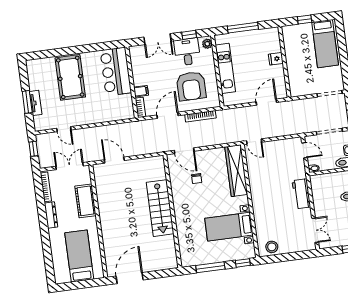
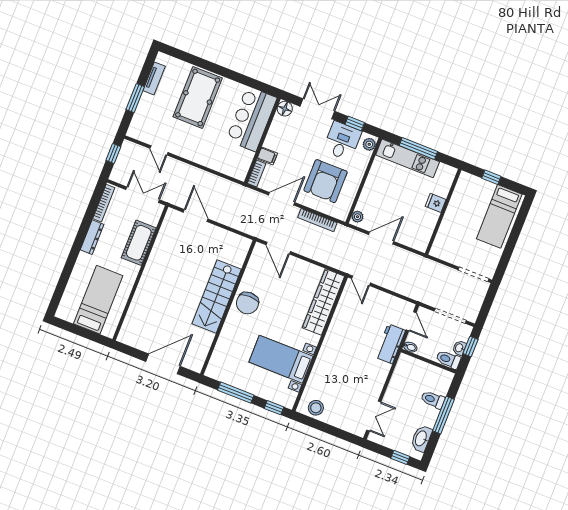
double door: (157, 39) -> (317, 109), swing flipped
floor lamp: (135, 52) -> (285, 109), added
kitchen unit: (225, 68) -> (408, 158), moved, turned 90
plant: (227, 98) -> (357, 217), added
door: (266, 102) -> (381, 238), moved
tv unit: (36, 103) -> (154, 78), moved
chair: (197, 179) -> (247, 303), moved, width x1.87, depth x1.87
workbench: (301, 194) -> (390, 344), moved
door: (130, 278) -> (163, 364), moved

